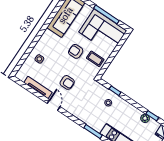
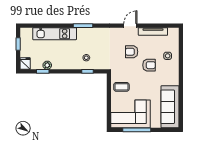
armchair: (76, 51) -> (149, 65), moved
door: (54, 105) -> (130, 26), swing flipped

